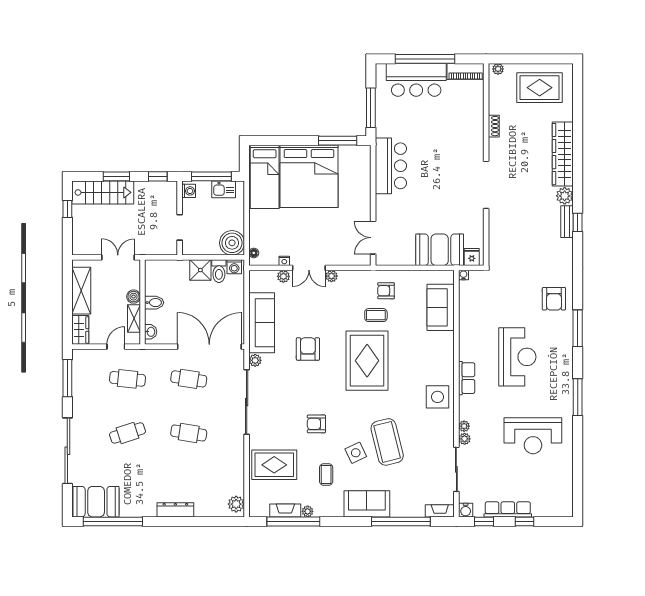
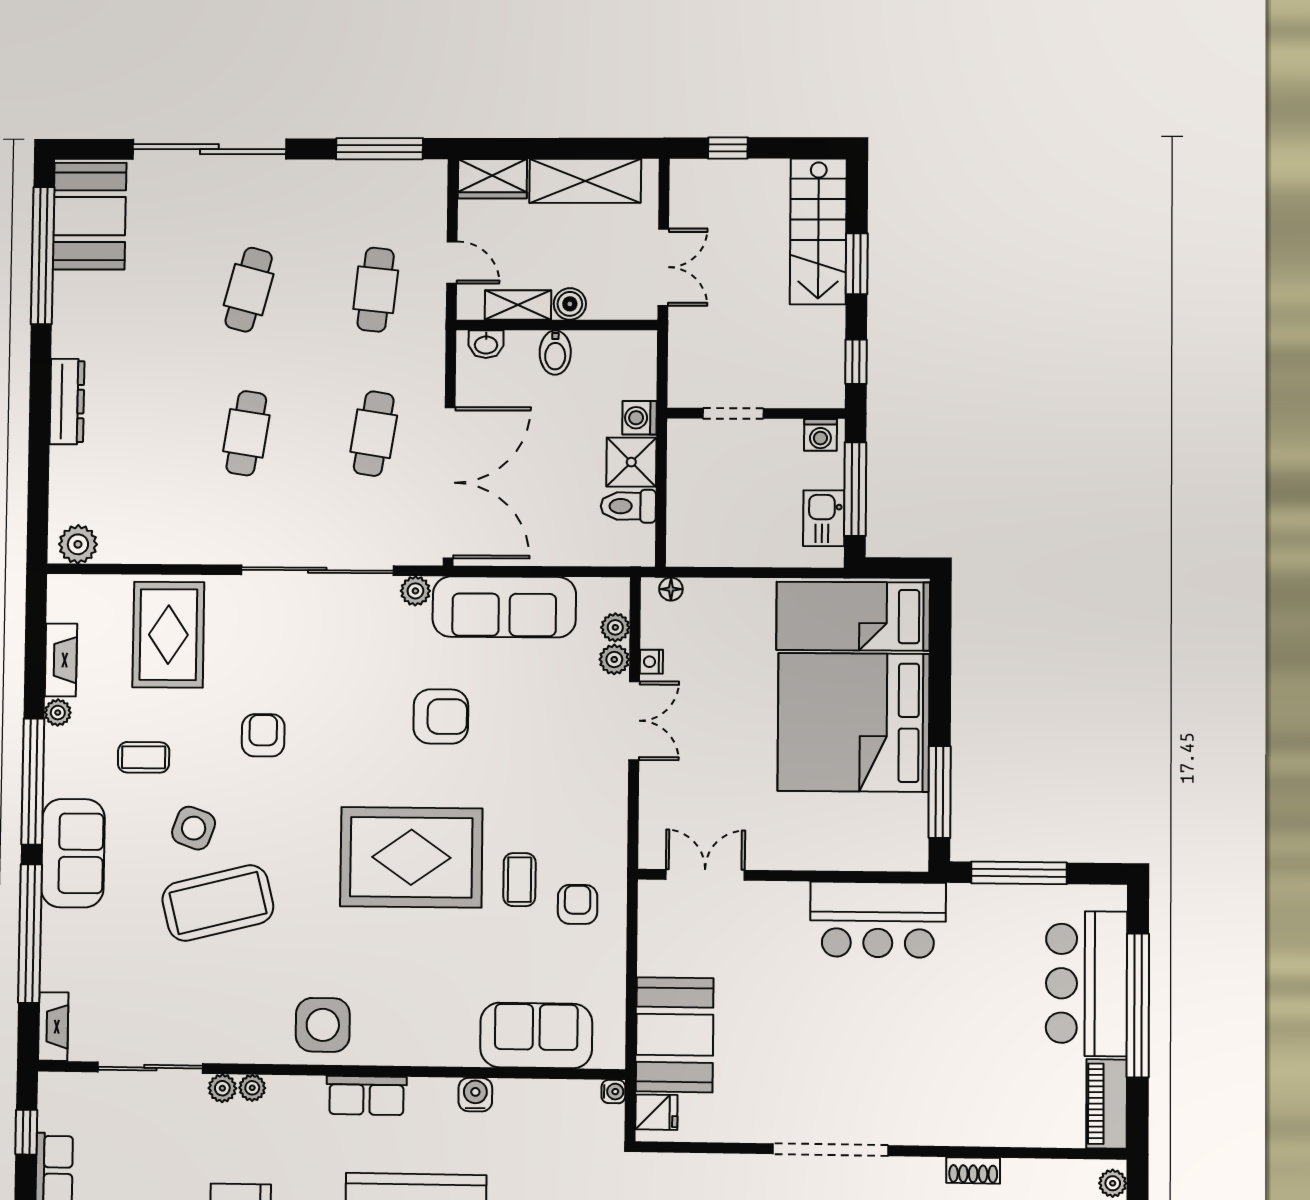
window: (67, 209) -> (728, 148), moved
boiler: (232, 243) -> (696, 538), removed
washing machine: (234, 267) -> (639, 418), moved
double door: (309, 268) -> (634, 721), swing flipped
plant: (332, 276) -> (615, 627), moved
cafe table: (128, 433) -> (249, 290), turned 33
side table: (356, 453) -> (194, 828), turned 45
water cooler: (466, 510) -> (475, 1095), moved, turned 90
window: (293, 521) -> (33, 781), moved

